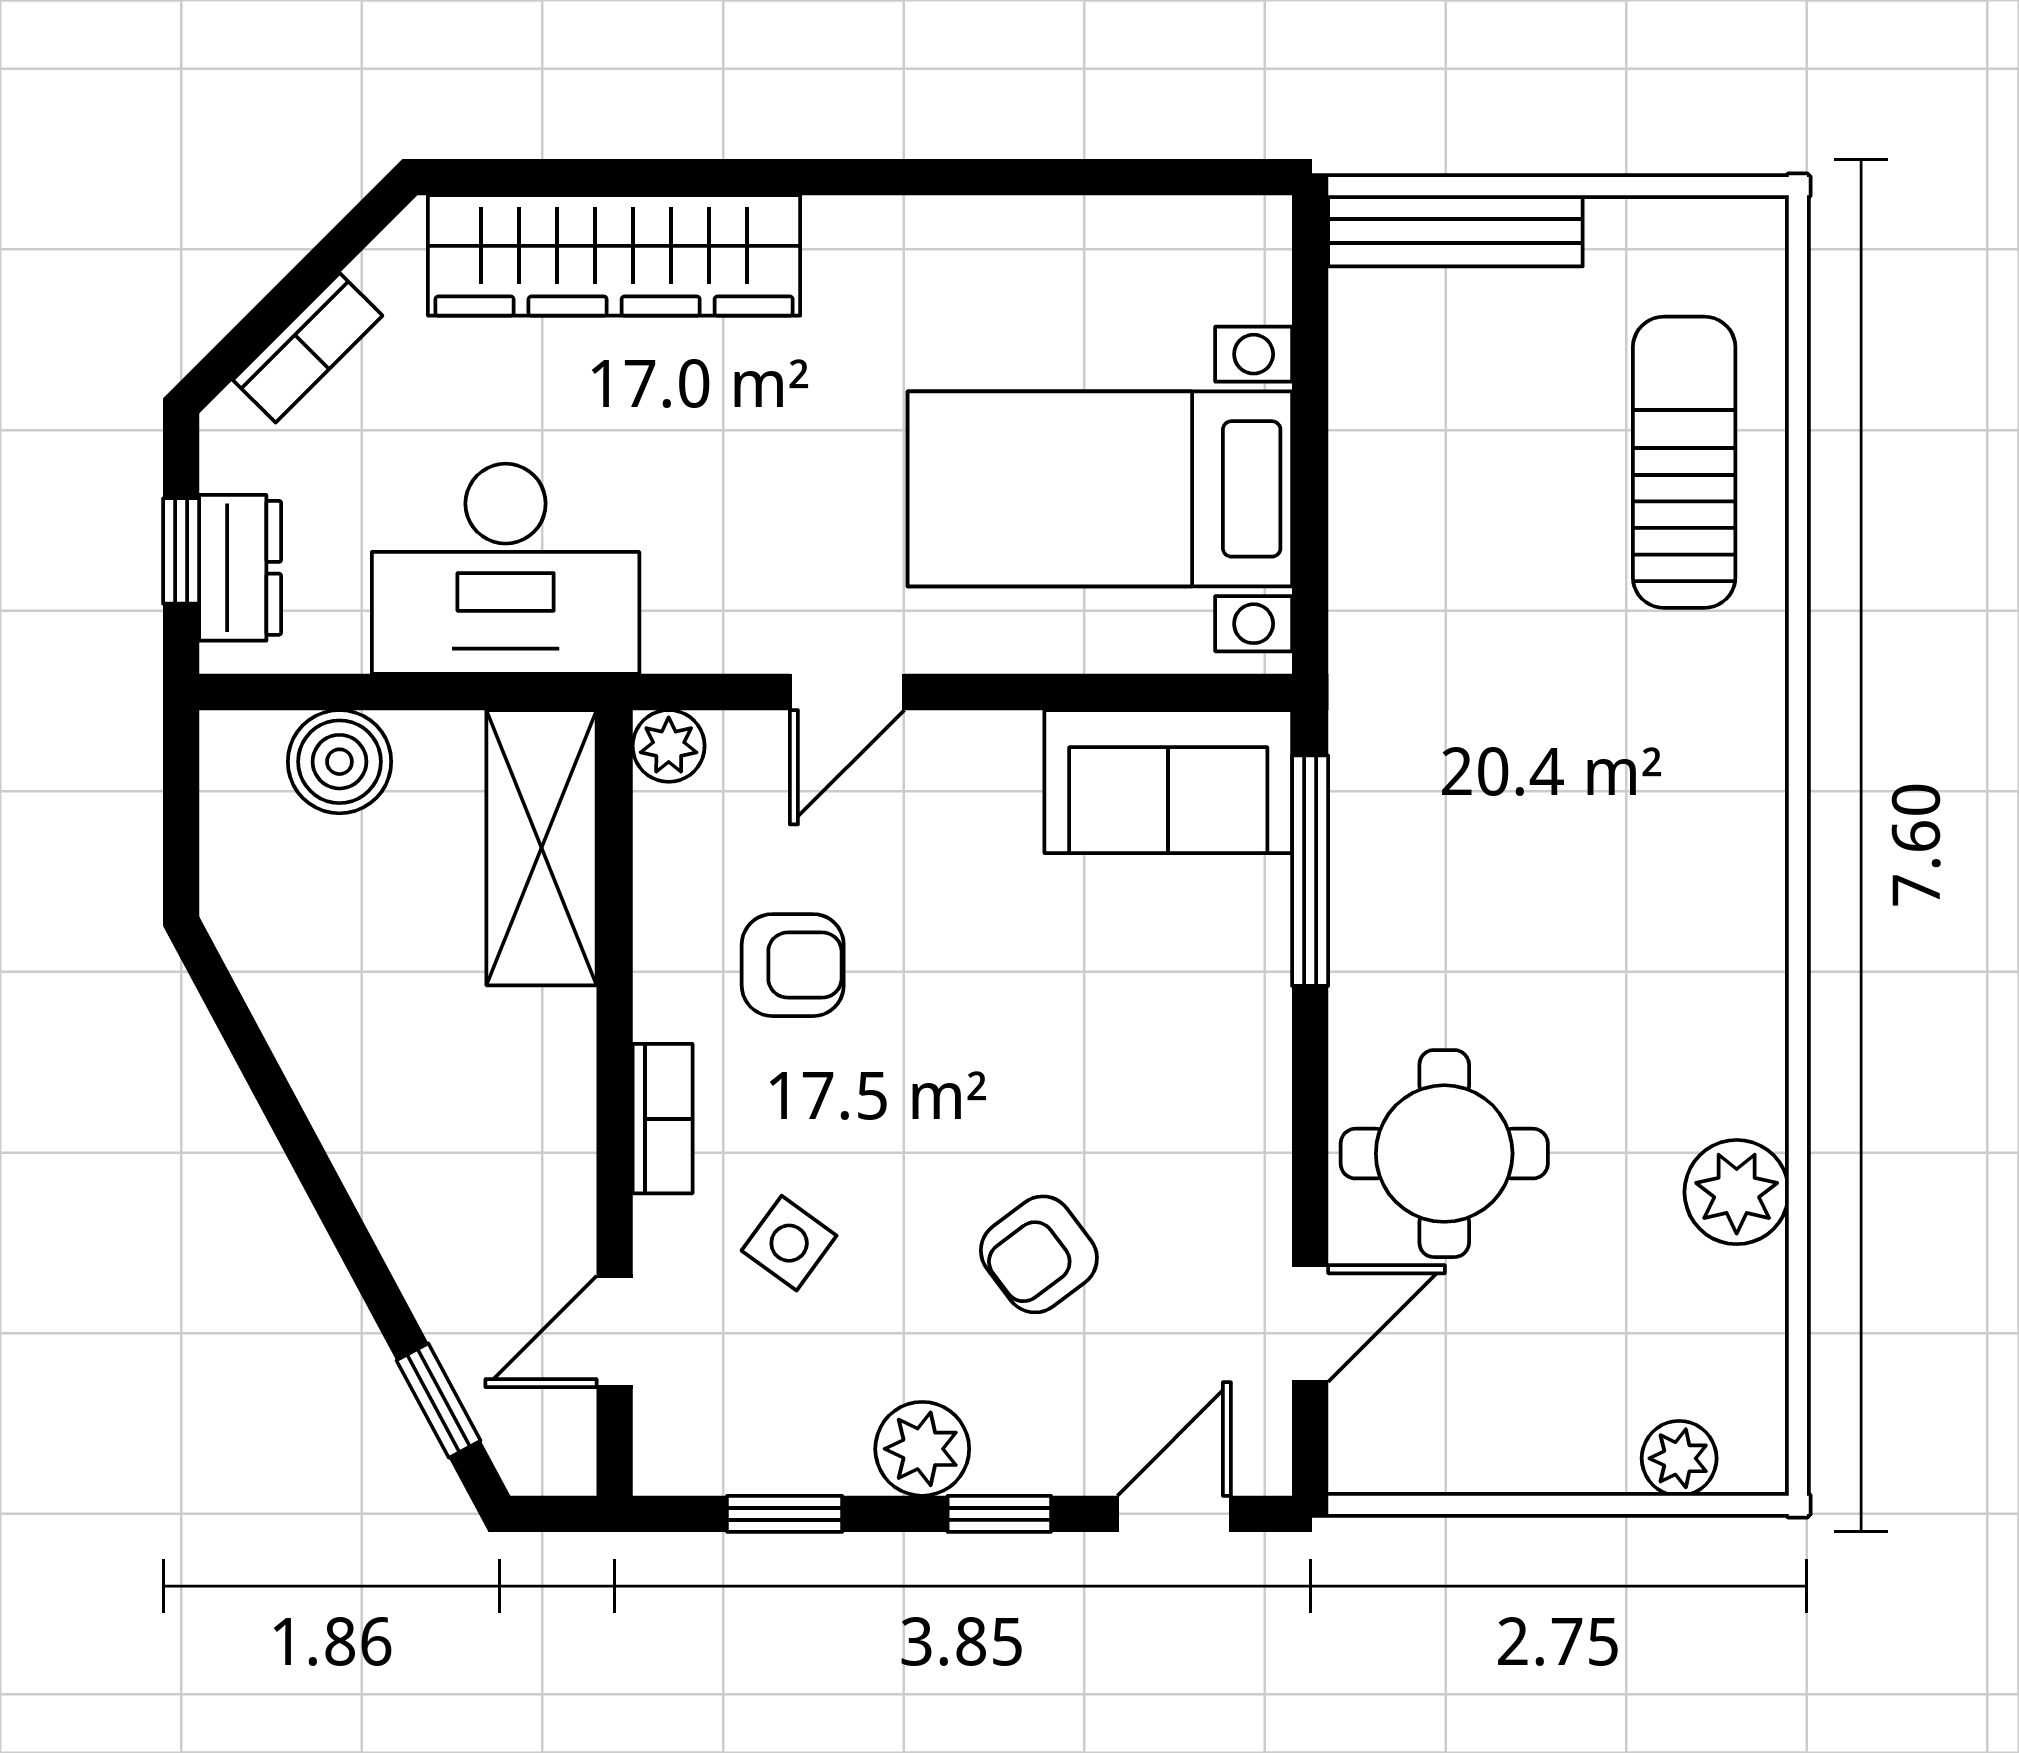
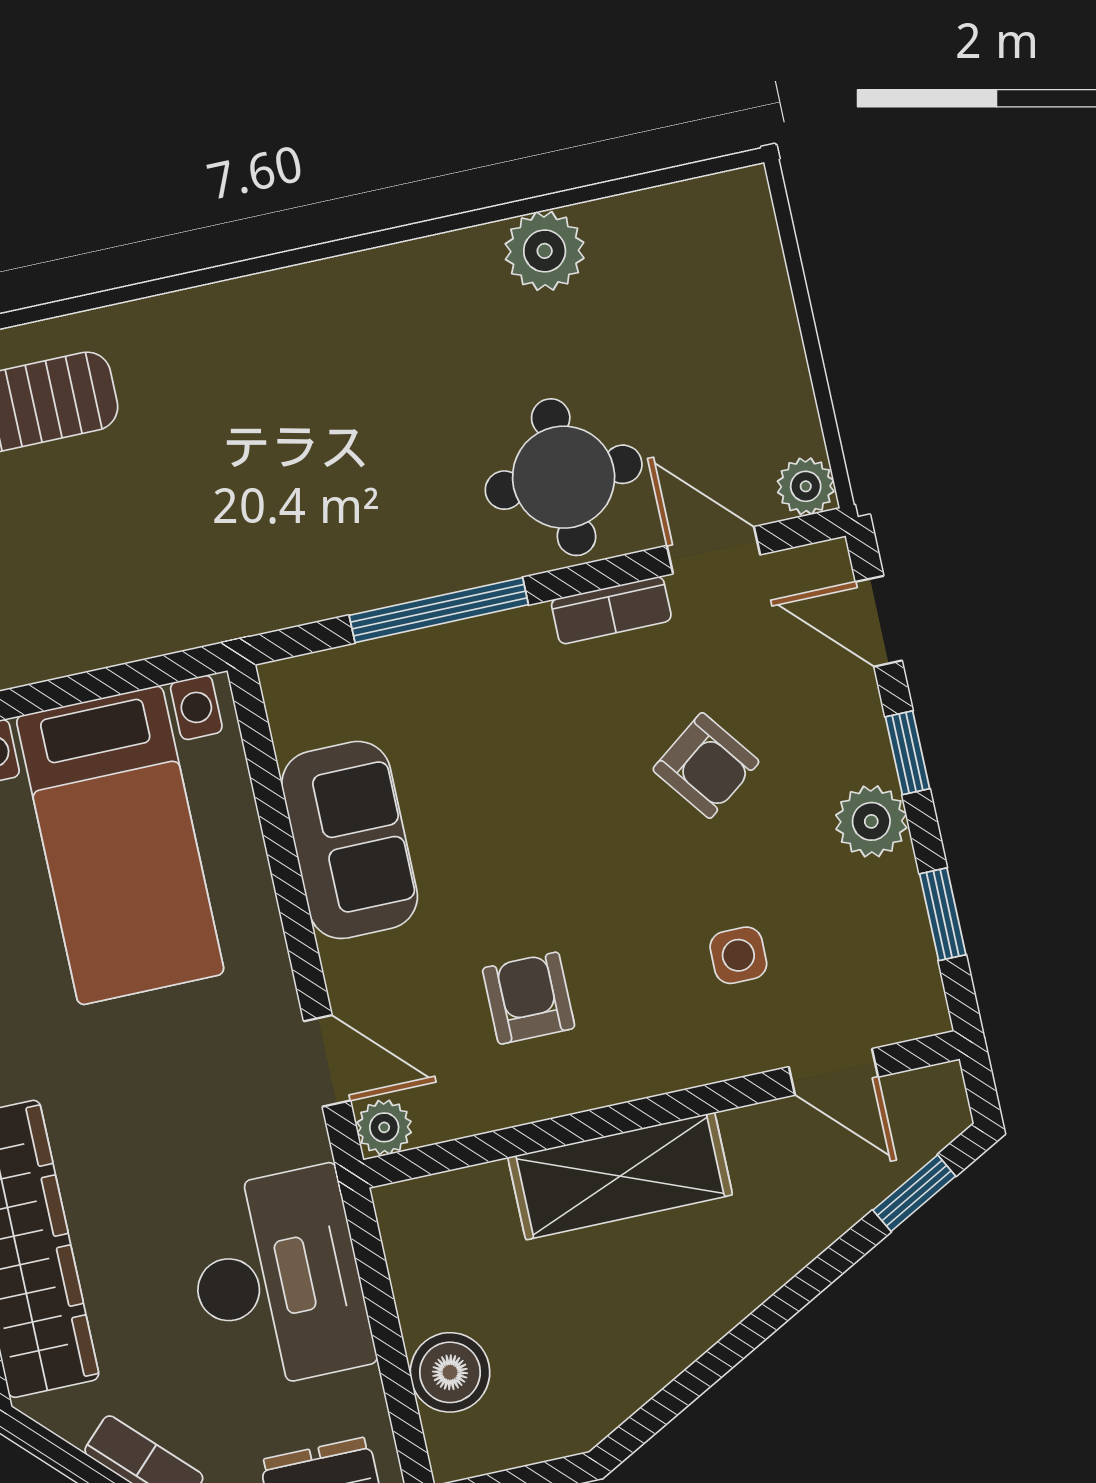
door: (847, 692) -> (327, 1061), moved
sofa: (1168, 782) -> (350, 840), moved
shelving: (542, 848) -> (620, 1176), moved
window: (1310, 871) -> (439, 610), moved
bookcase: (663, 1119) -> (611, 610), moved, turned 180
side table: (789, 1243) -> (738, 955), turned -36
plant: (1679, 1458) -> (806, 486), moved

